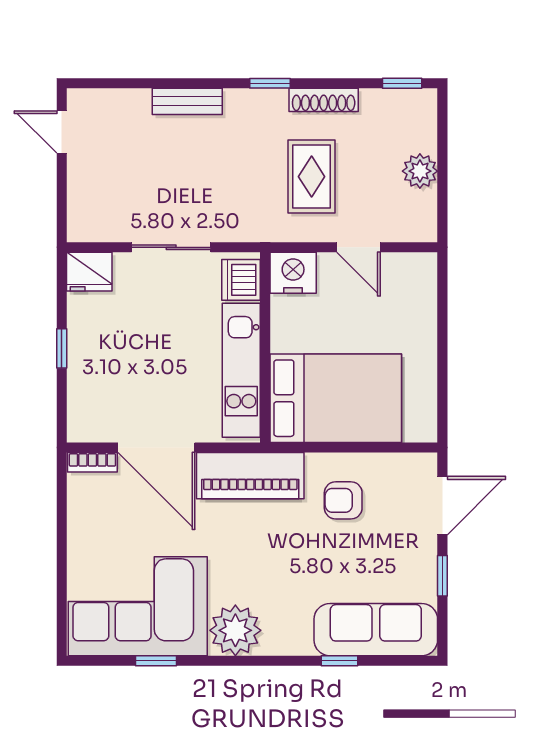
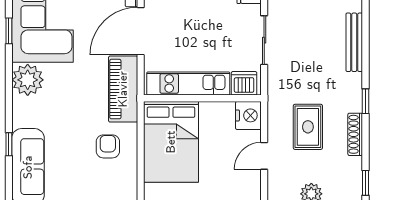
bench: (187, 101) -> (354, 42), width x1.36
rug: (312, 177) -> (308, 127), turned 90

